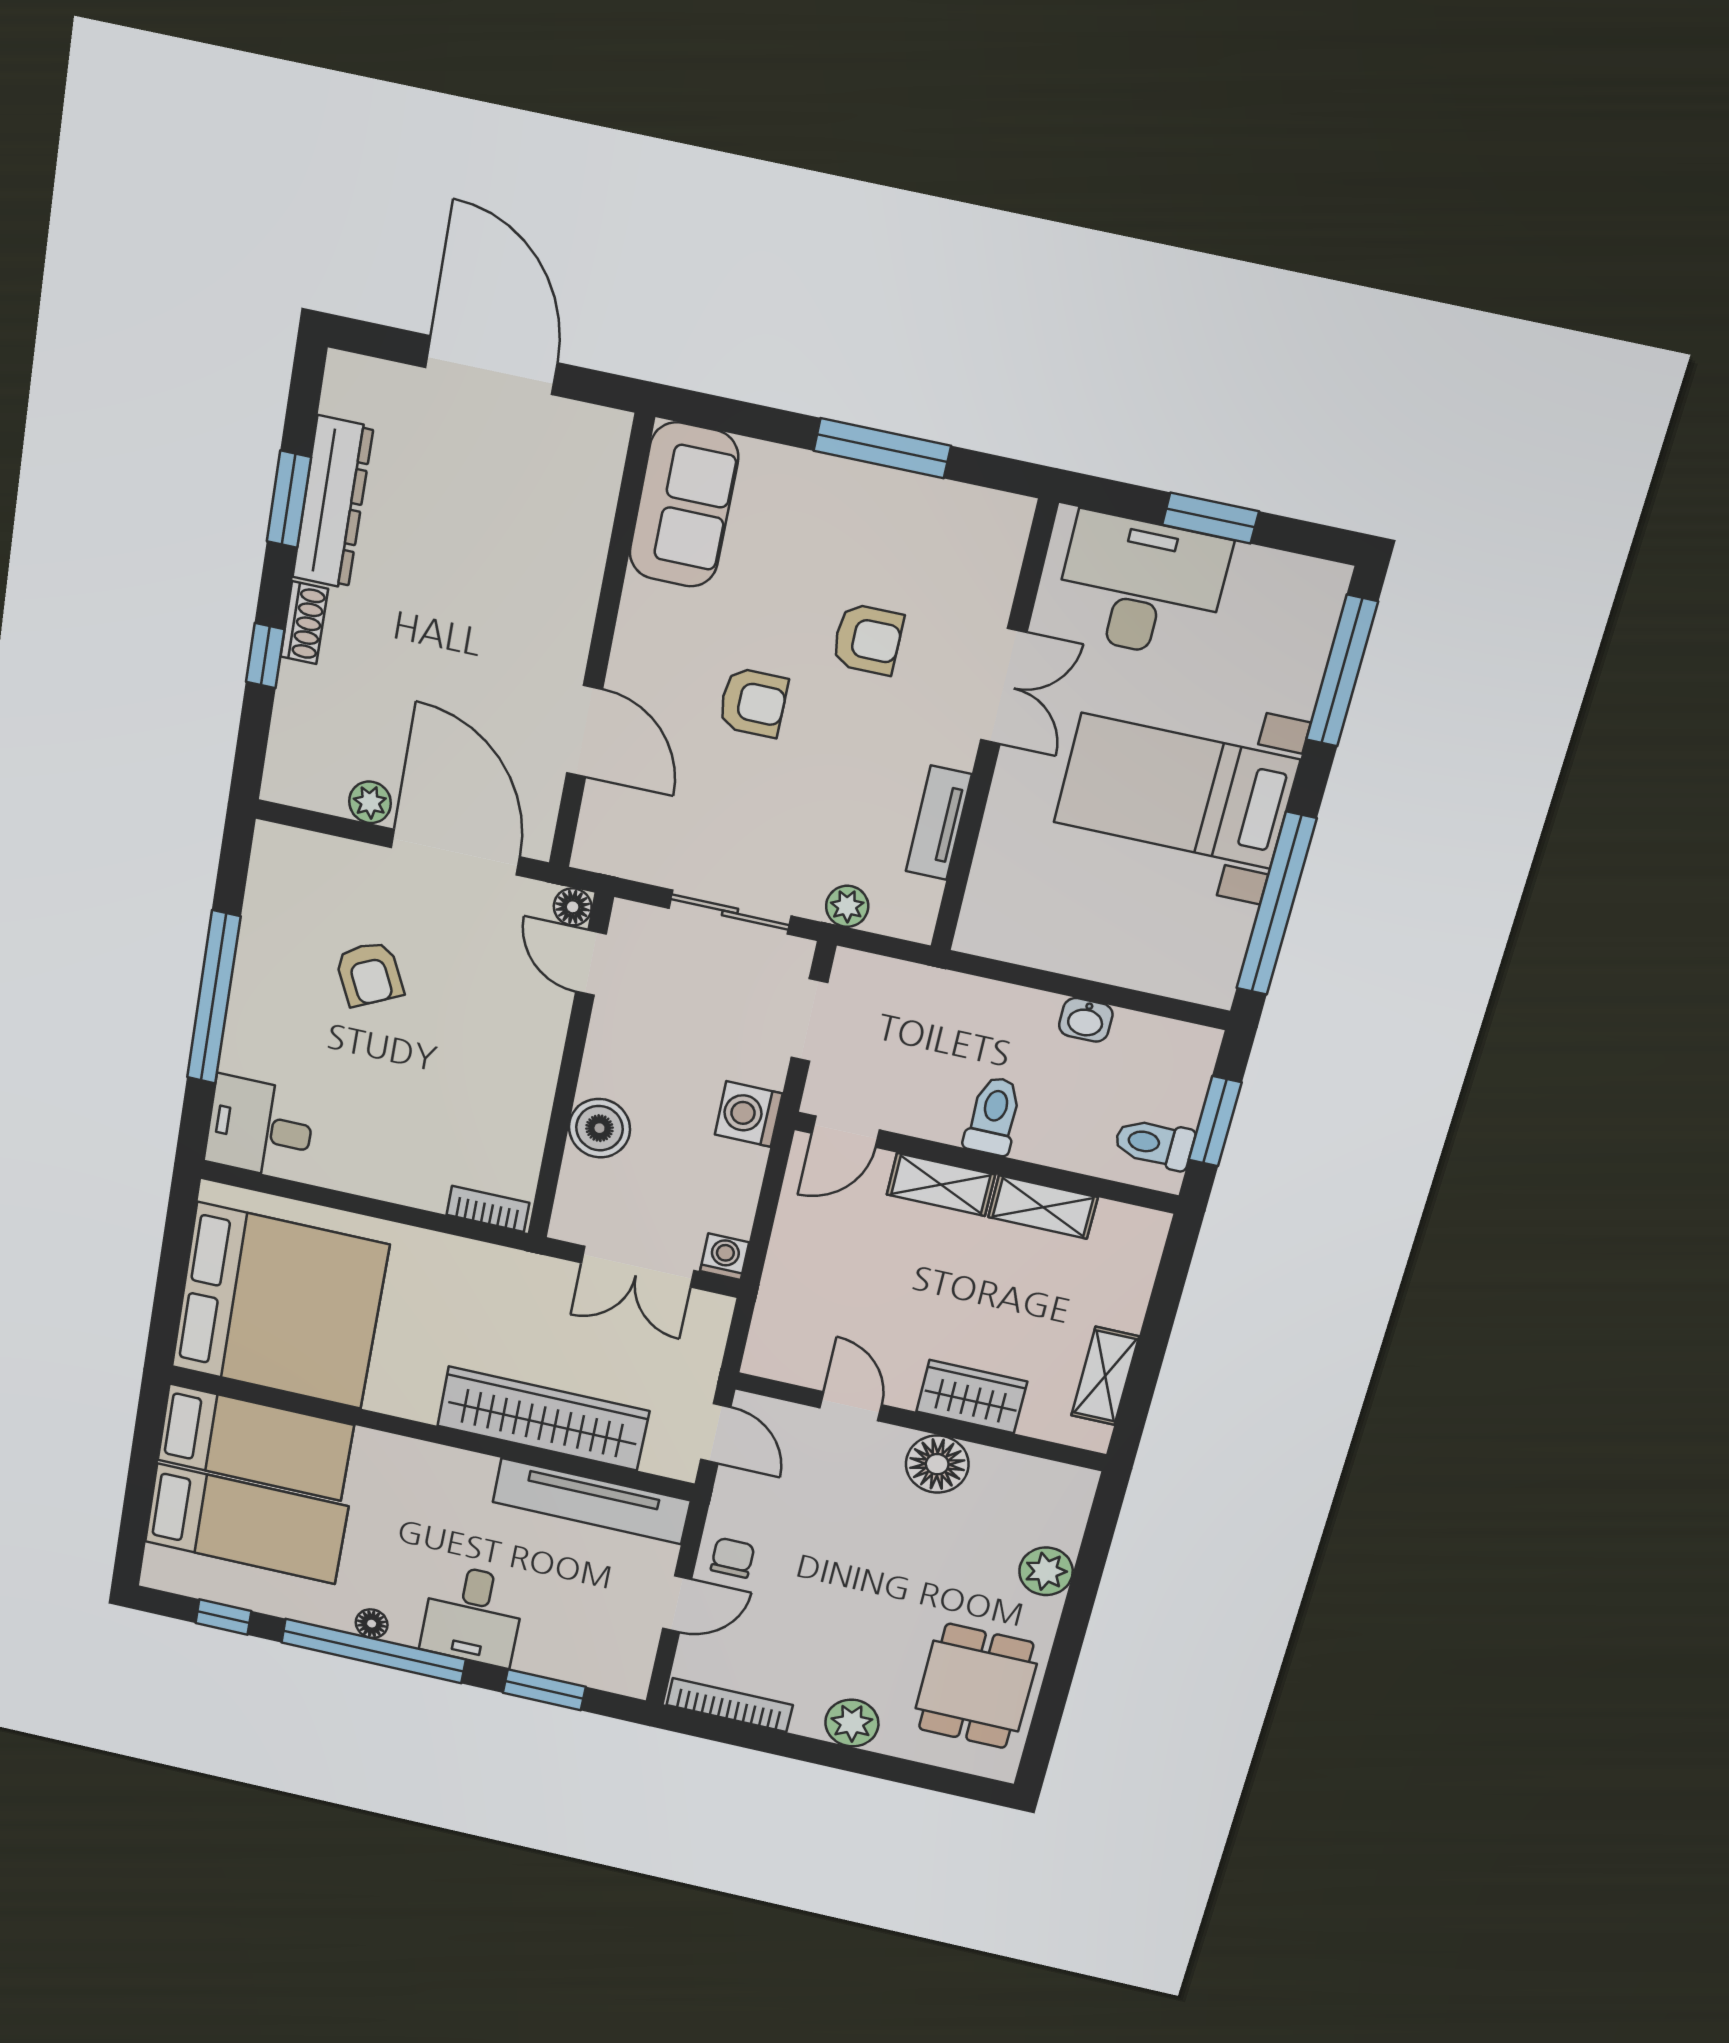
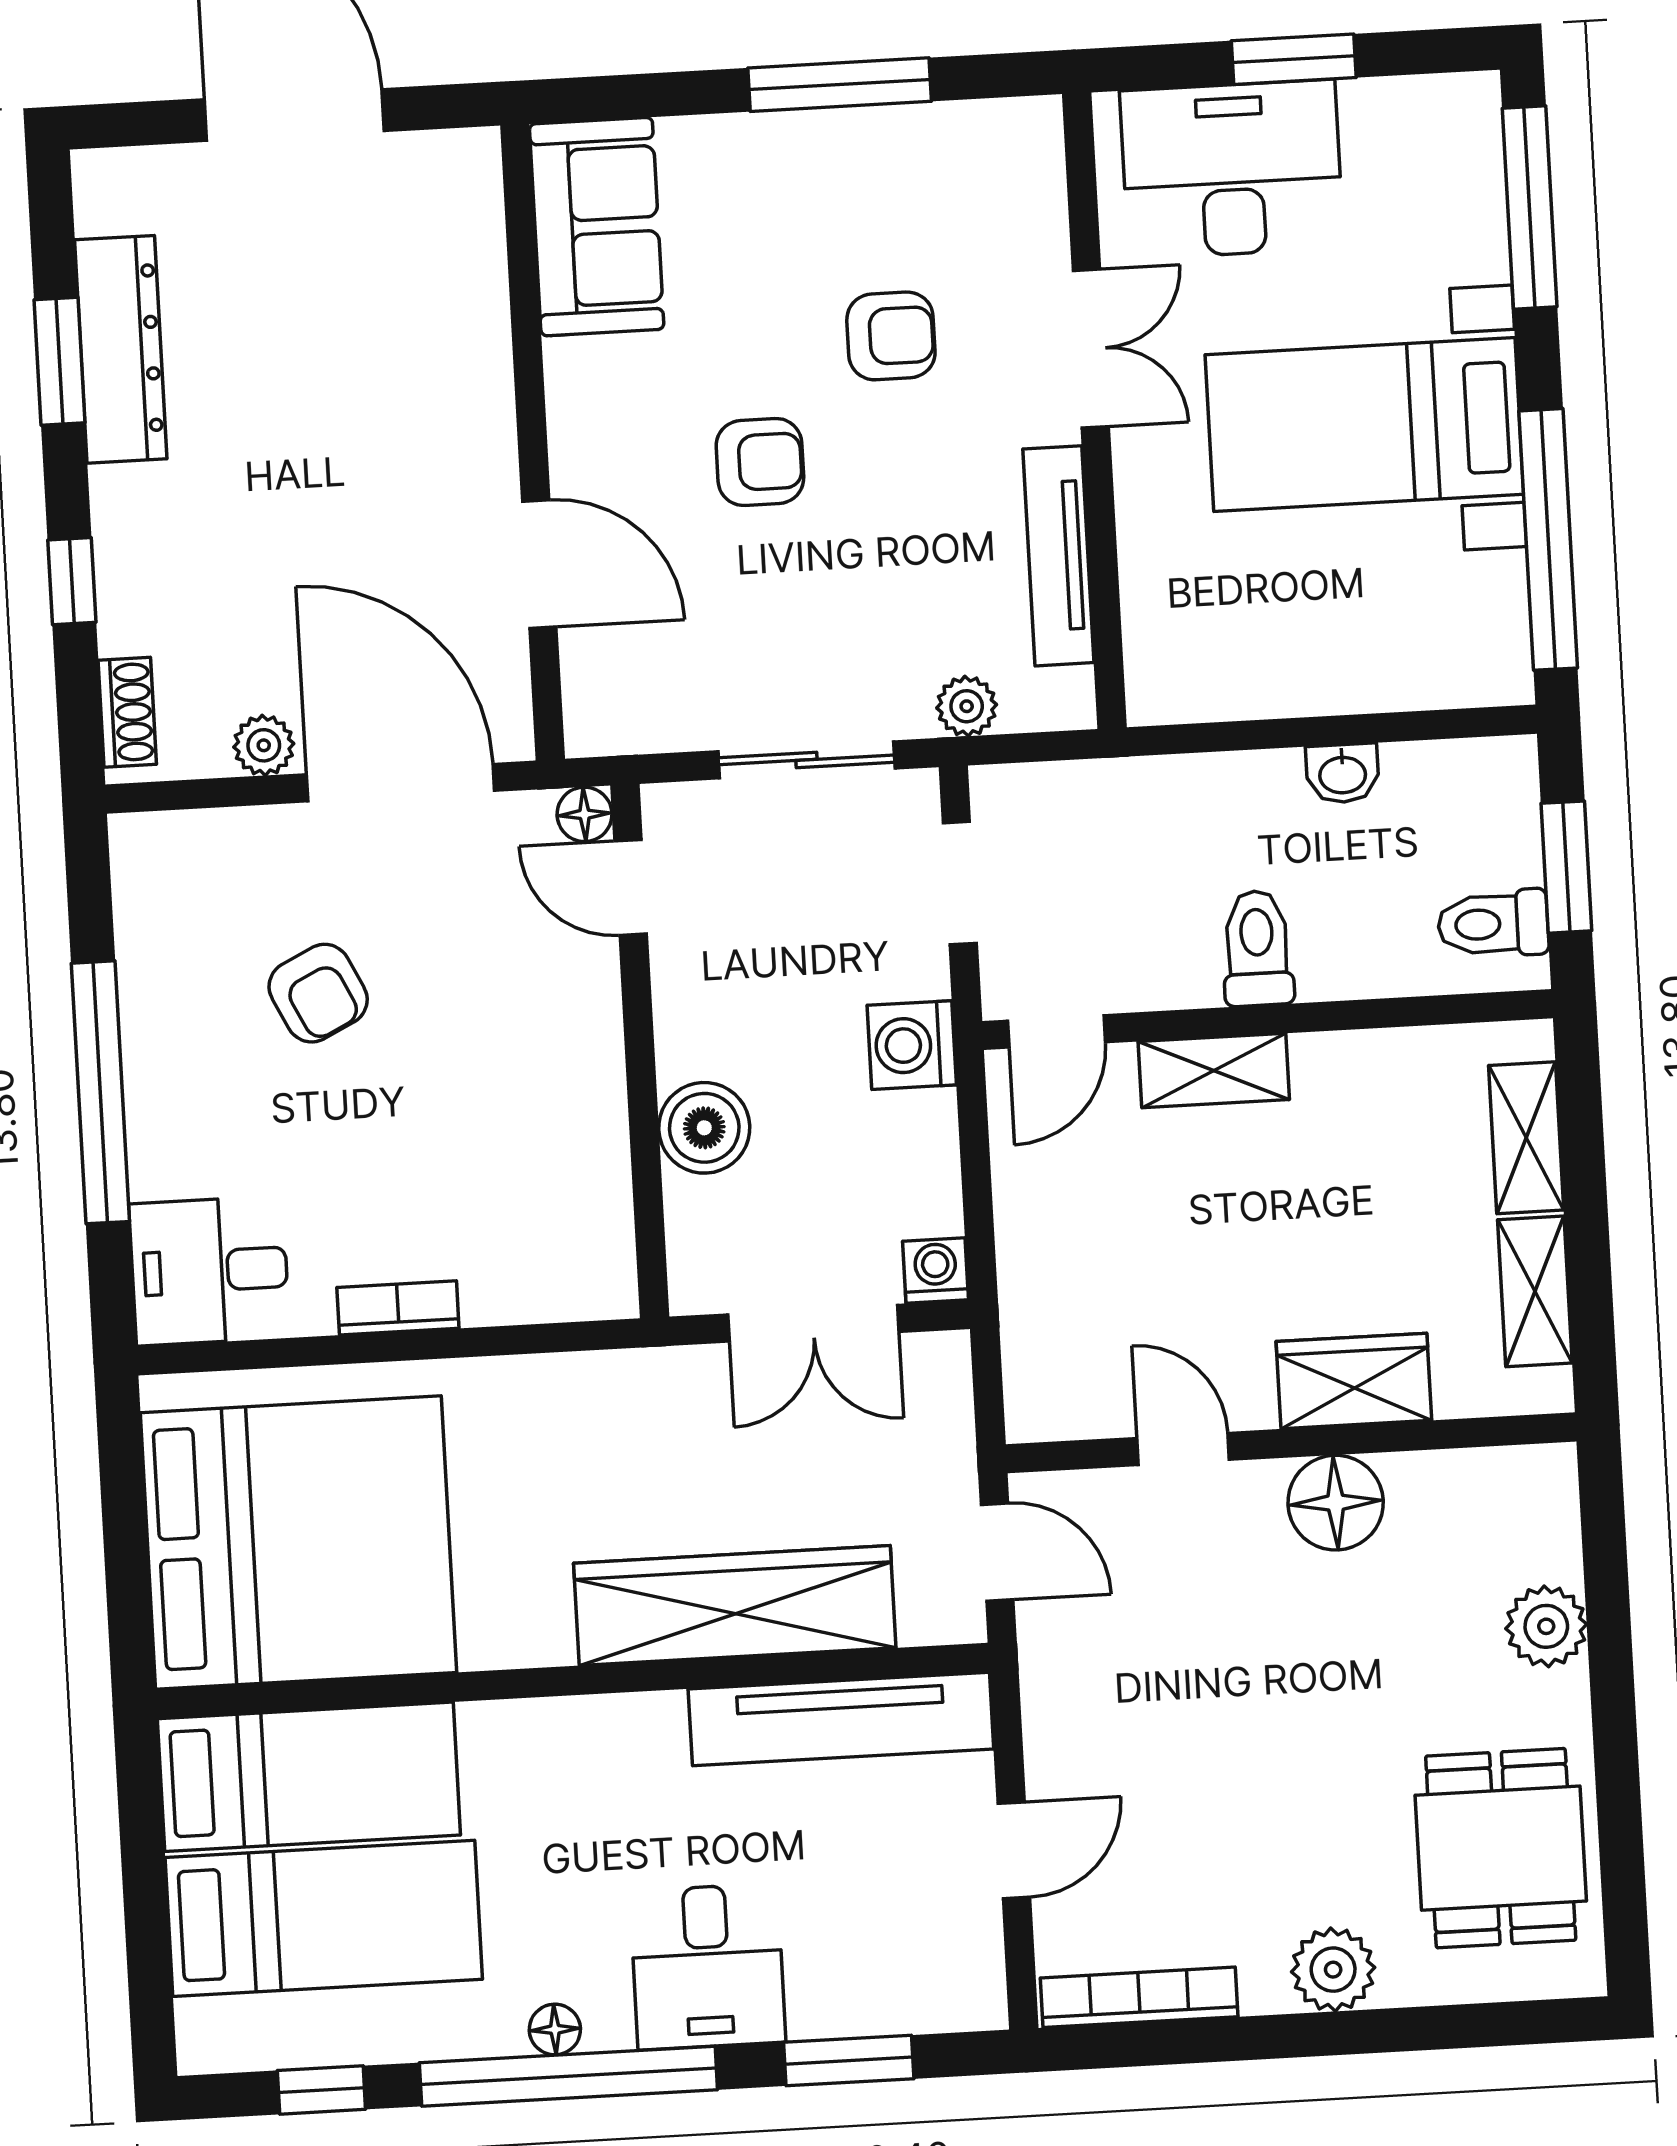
shoe rack: (304, 623) -> (127, 712), moved
tv unit: (939, 823) -> (1058, 556), width x1.41
shelving: (1043, 1207) -> (1526, 1138), moved, turned 90
bookcase: (488, 1209) -> (398, 1308), moved
chair: (733, 1558) -> (1077, 1747), removed

